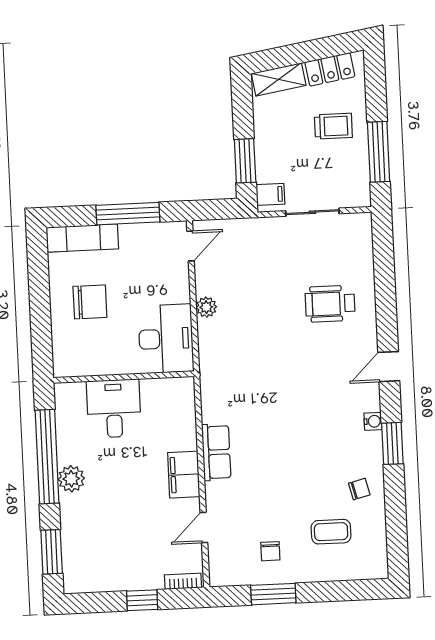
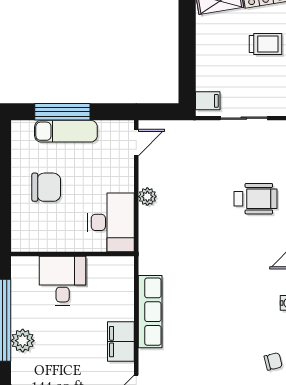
window: (245, 161) -> (187, 71), removed
window: (128, 214) -> (62, 112), moved
exam couch: (82, 238) -> (66, 131), moved
wheelchair: (330, 304) -> (255, 199), turned 180
row of seats: (216, 452) -> (150, 312), width x1.48

